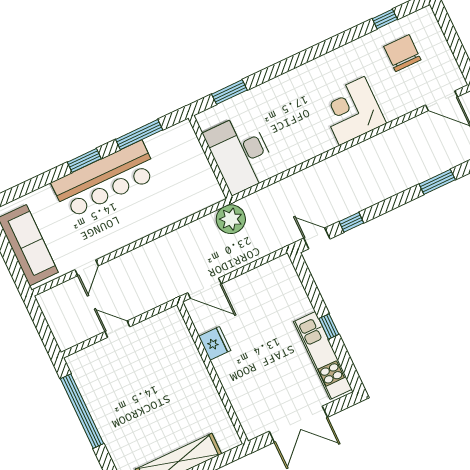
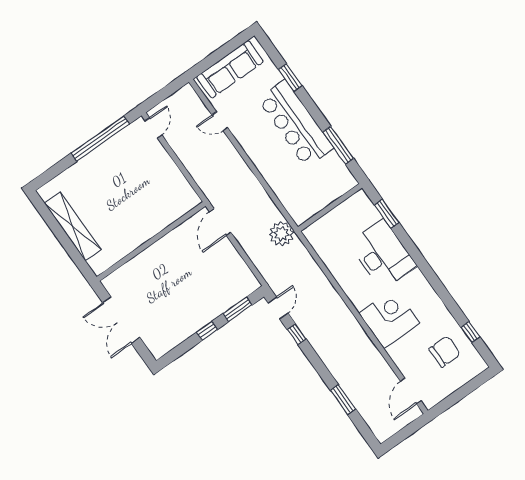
desk: (241, 154) -> (383, 255), moved, turned 90
window: (84, 160) -> (290, 77), moved
window: (310, 286) -> (237, 309), added
door: (117, 329) -> (154, 128), moved
fridge: (215, 343) -> (176, 239), removed
kitchen unit: (323, 356) -> (182, 330), removed

